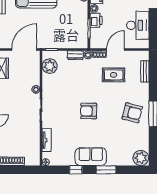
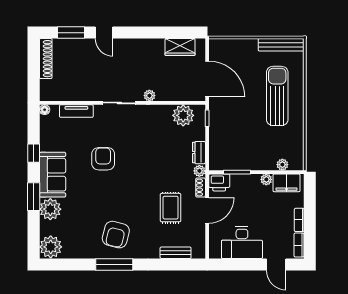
printer: (96, 20) -> (219, 182), moved
door: (116, 50) -> (207, 210), hinge flipped
armchair: (89, 111) -> (103, 159), moved
plant: (115, 158) -> (50, 209), added

